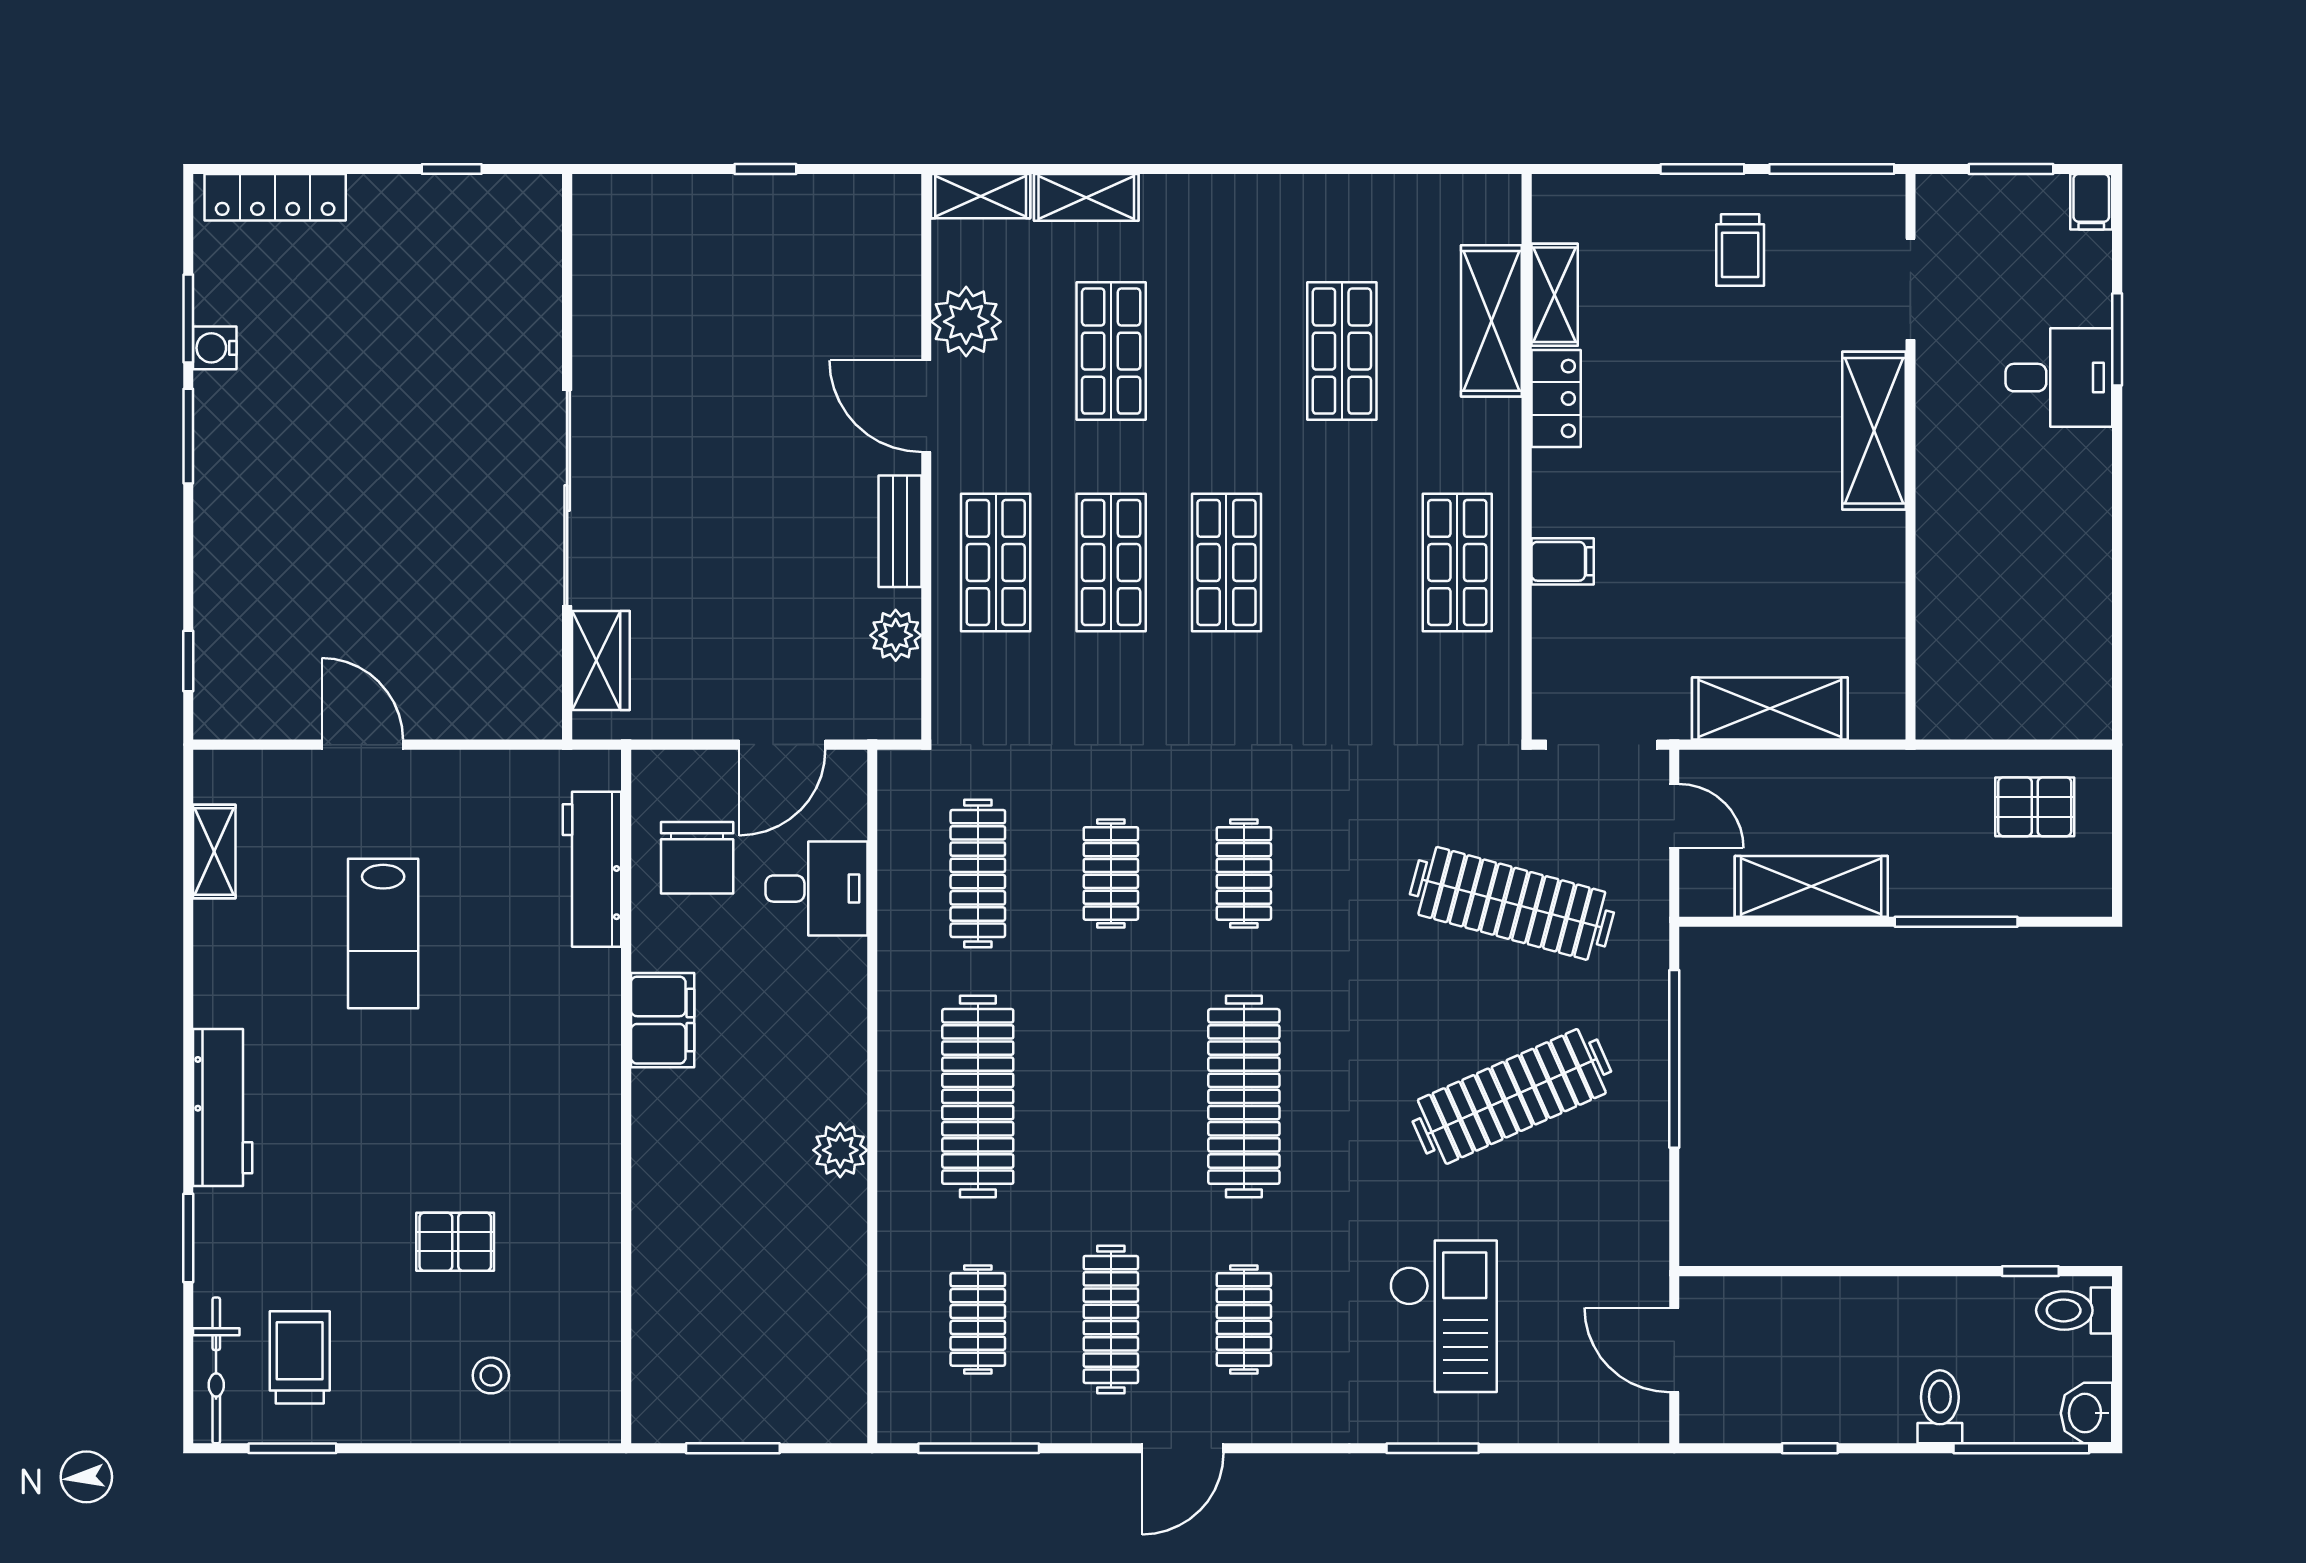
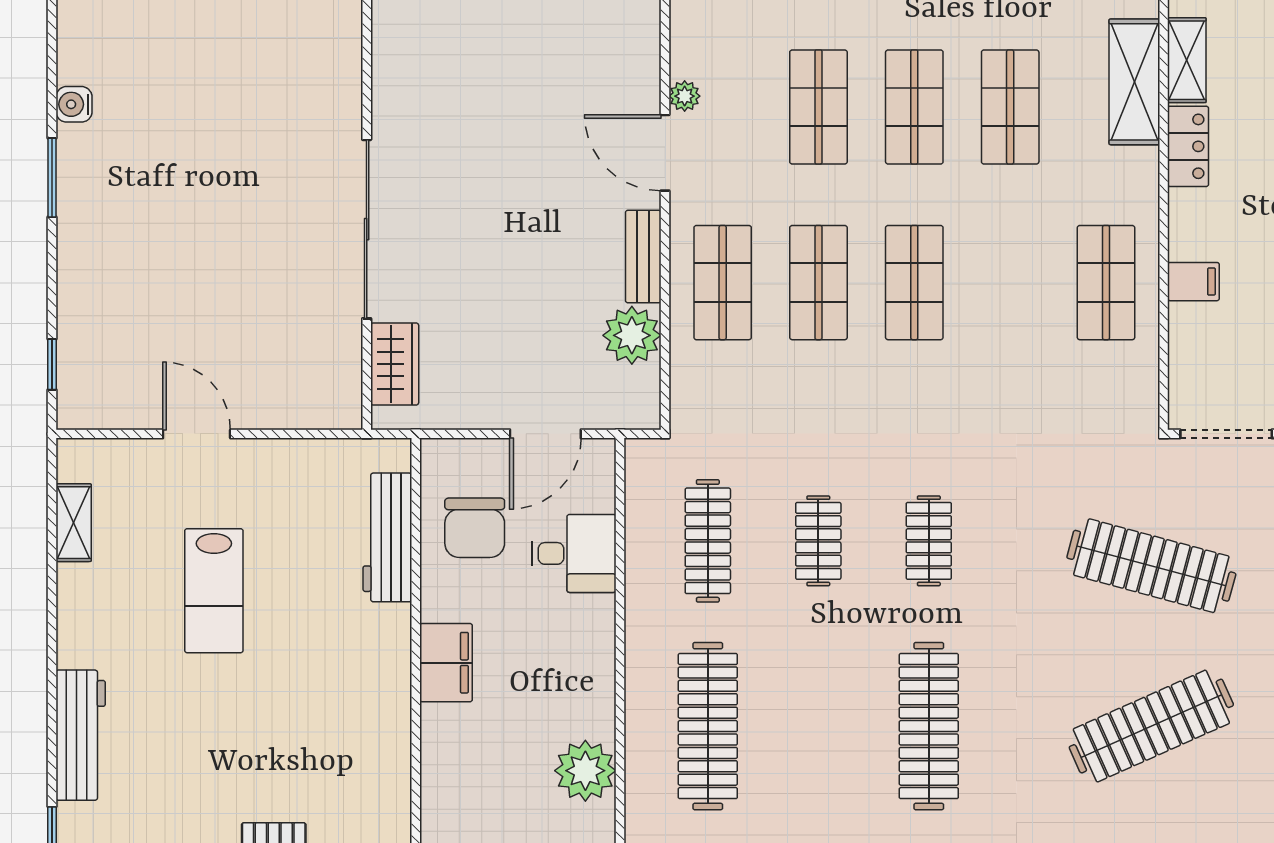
window: (188, 318) -> (52, 80), removed
plant: (966, 322) -> (685, 96), width x0.53, depth x0.53
shop shelf: (1226, 351) -> (914, 107), added
plant: (896, 635) -> (632, 335), width x1.36, depth x1.36
plant: (840, 1150) -> (585, 771), width x1.36, depth x1.36

